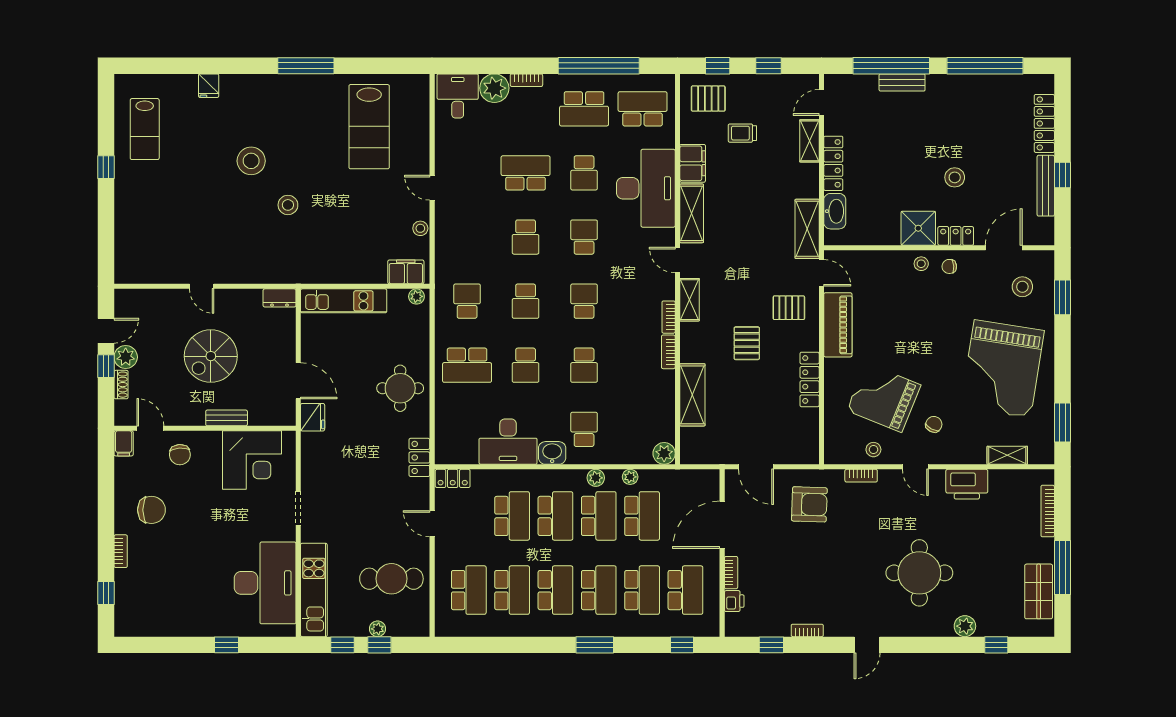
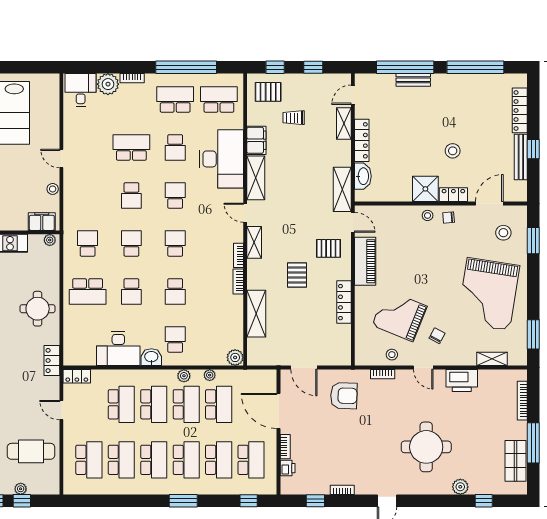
school desk: (584, 109) -> (175, 99), turned 180
school desk: (526, 301) -> (131, 243), turned 180
door: (722, 525) -> (279, 411), hinge flipped

